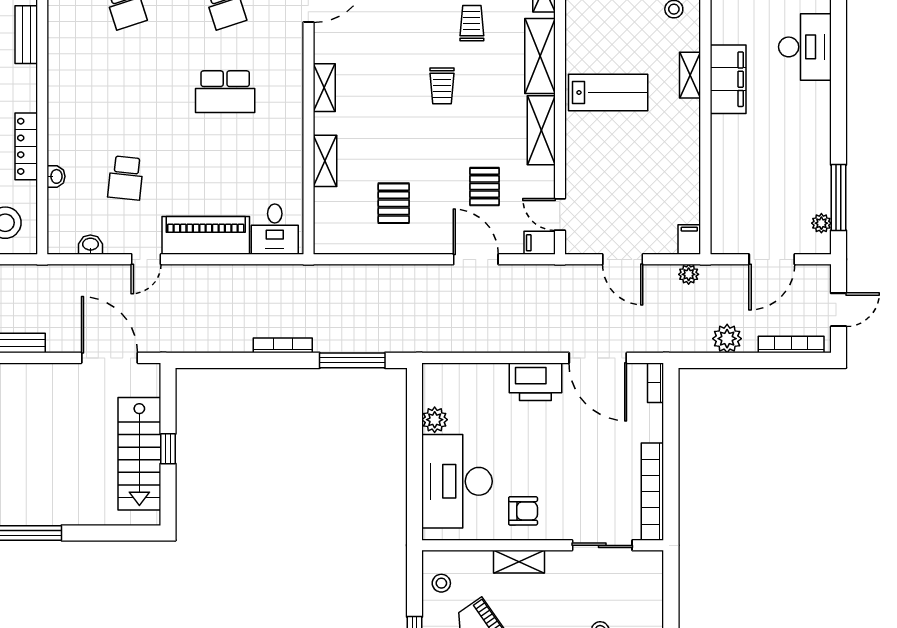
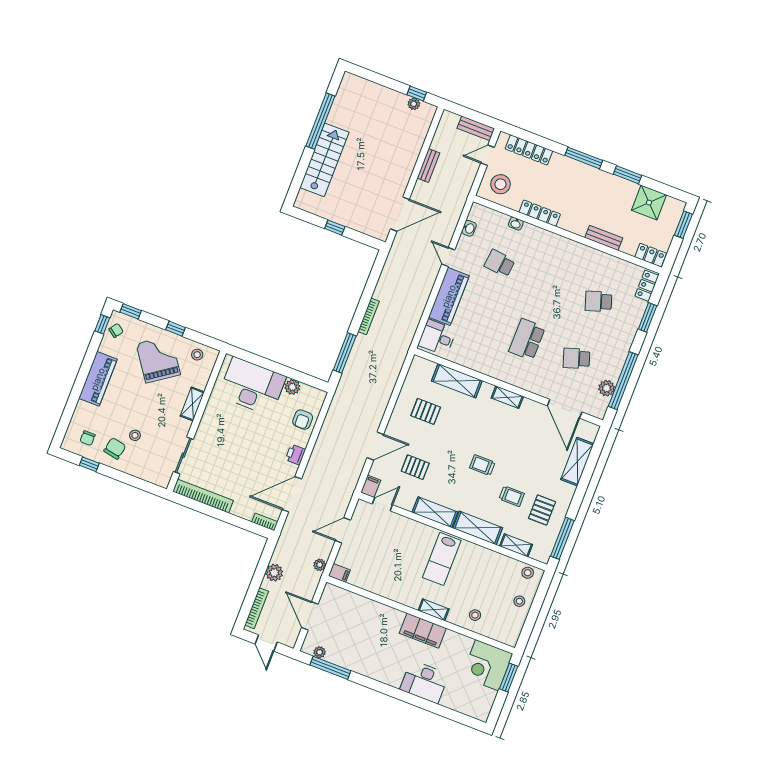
shelving: (325, 161) -> (457, 381), width x1.50, depth x1.33
printer: (535, 382) -> (295, 455), width x0.53, depth x0.68
stairs: (139, 454) -> (324, 160), moved, turned 90
armchair: (523, 511) -> (303, 420), moved

